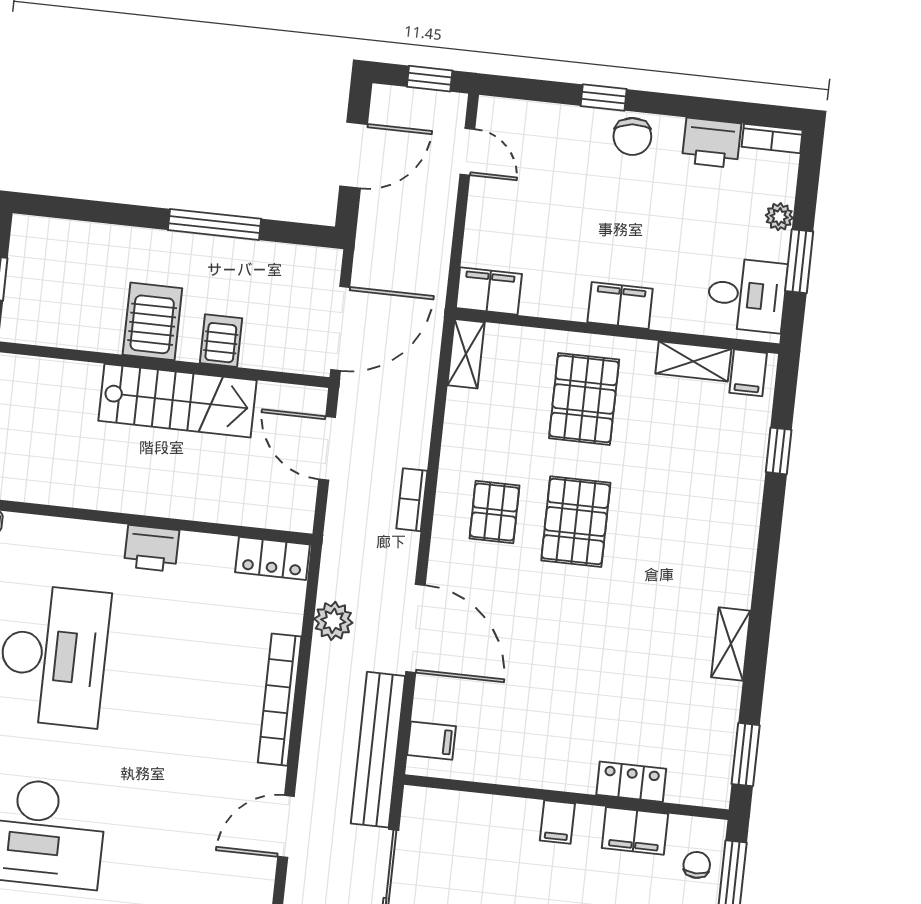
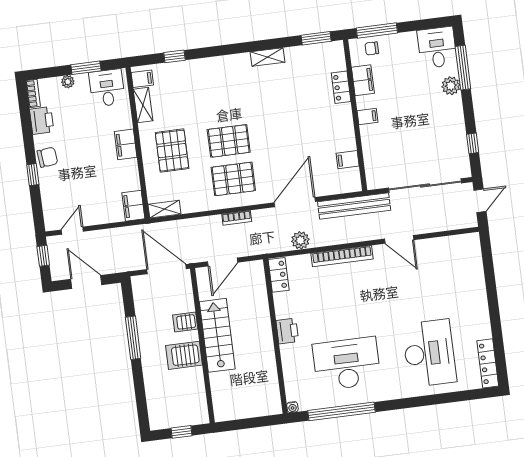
pallet: (584, 399) -> (172, 151), turned 90
pallet: (494, 512) -> (233, 179), width x1.50, depth x1.42
filing cabinet: (432, 741) -> (348, 160), moved, turned -90

